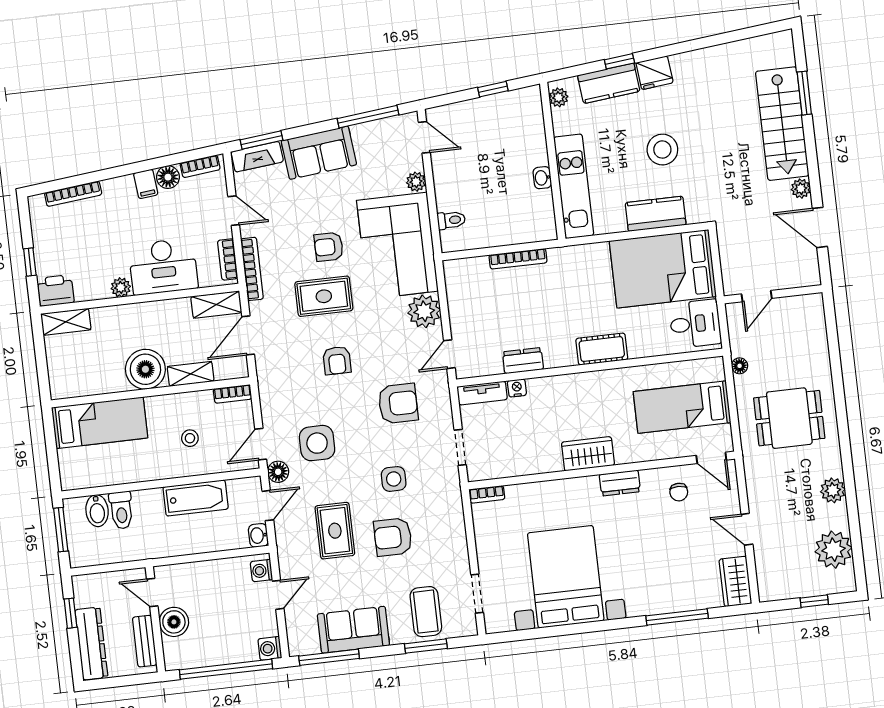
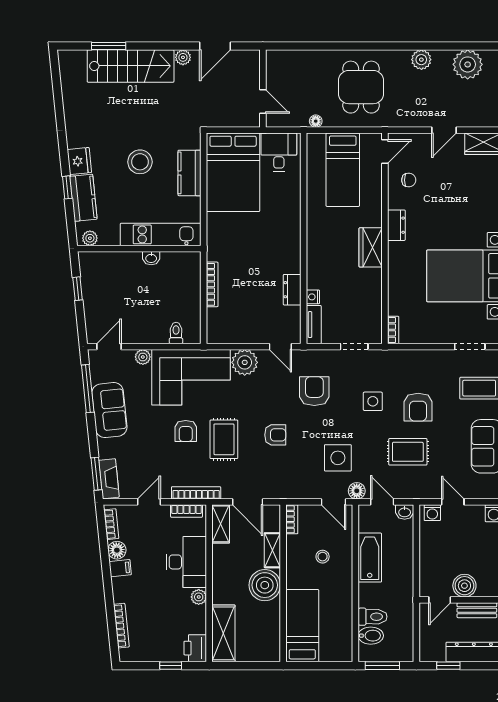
sofa: (319, 153) -> (109, 410), moved
shelving: (66, 322) -> (223, 633), width x1.50, depth x1.33
cot: (602, 349) -> (290, 227), removed

